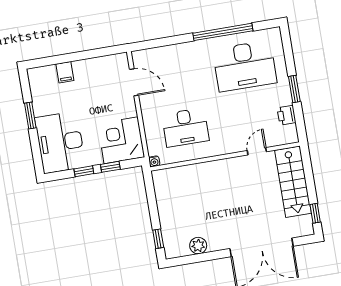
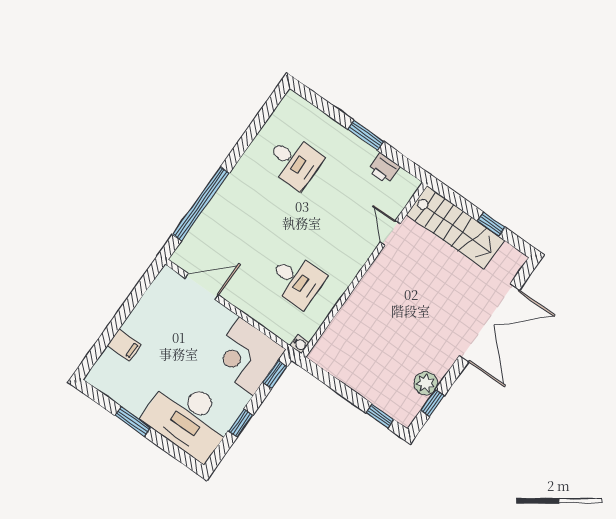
window: (223, 32) -> (201, 204), moved
desk: (245, 66) -> (294, 162), width x0.53, depth x0.77
desk: (185, 127) -> (297, 280), width x0.73
window: (110, 167) -> (275, 375), moved
window: (315, 213) -> (491, 224), moved
window: (192, 259) -> (433, 403), added

